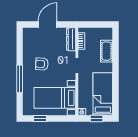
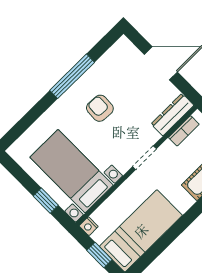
window: (20, 79) -> (72, 76), moved
window: (40, 118) -> (46, 201), moved

